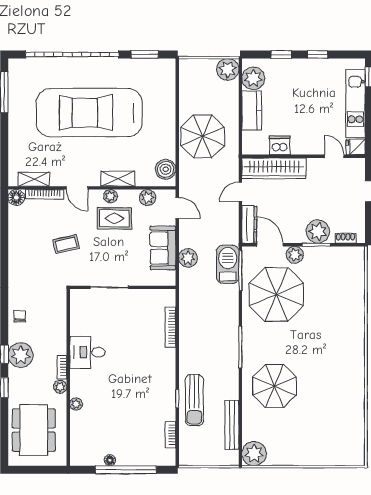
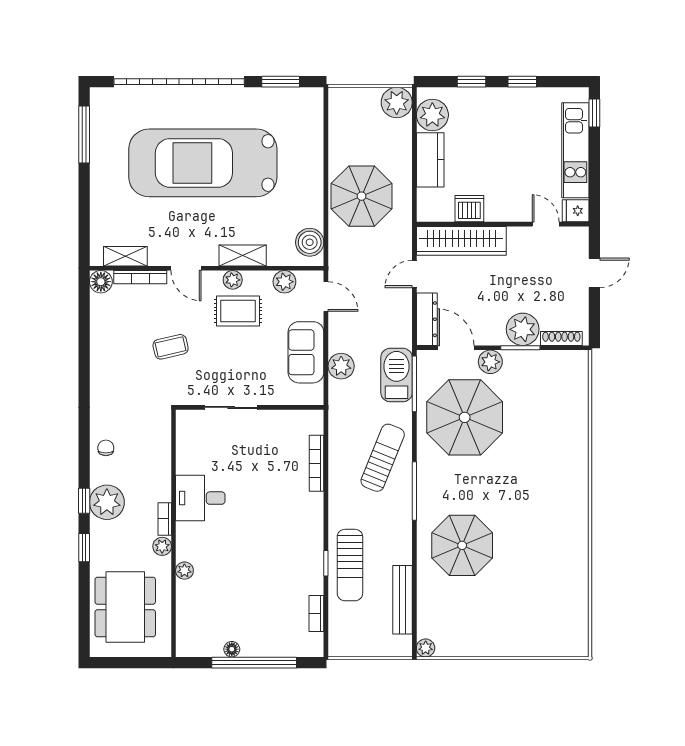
shoe rack: (346, 238) -> (561, 338), width x1.43
sun lounger: (218, 323) -> (383, 458), added
plant: (254, 454) -> (426, 648), width x0.53, depth x0.53

